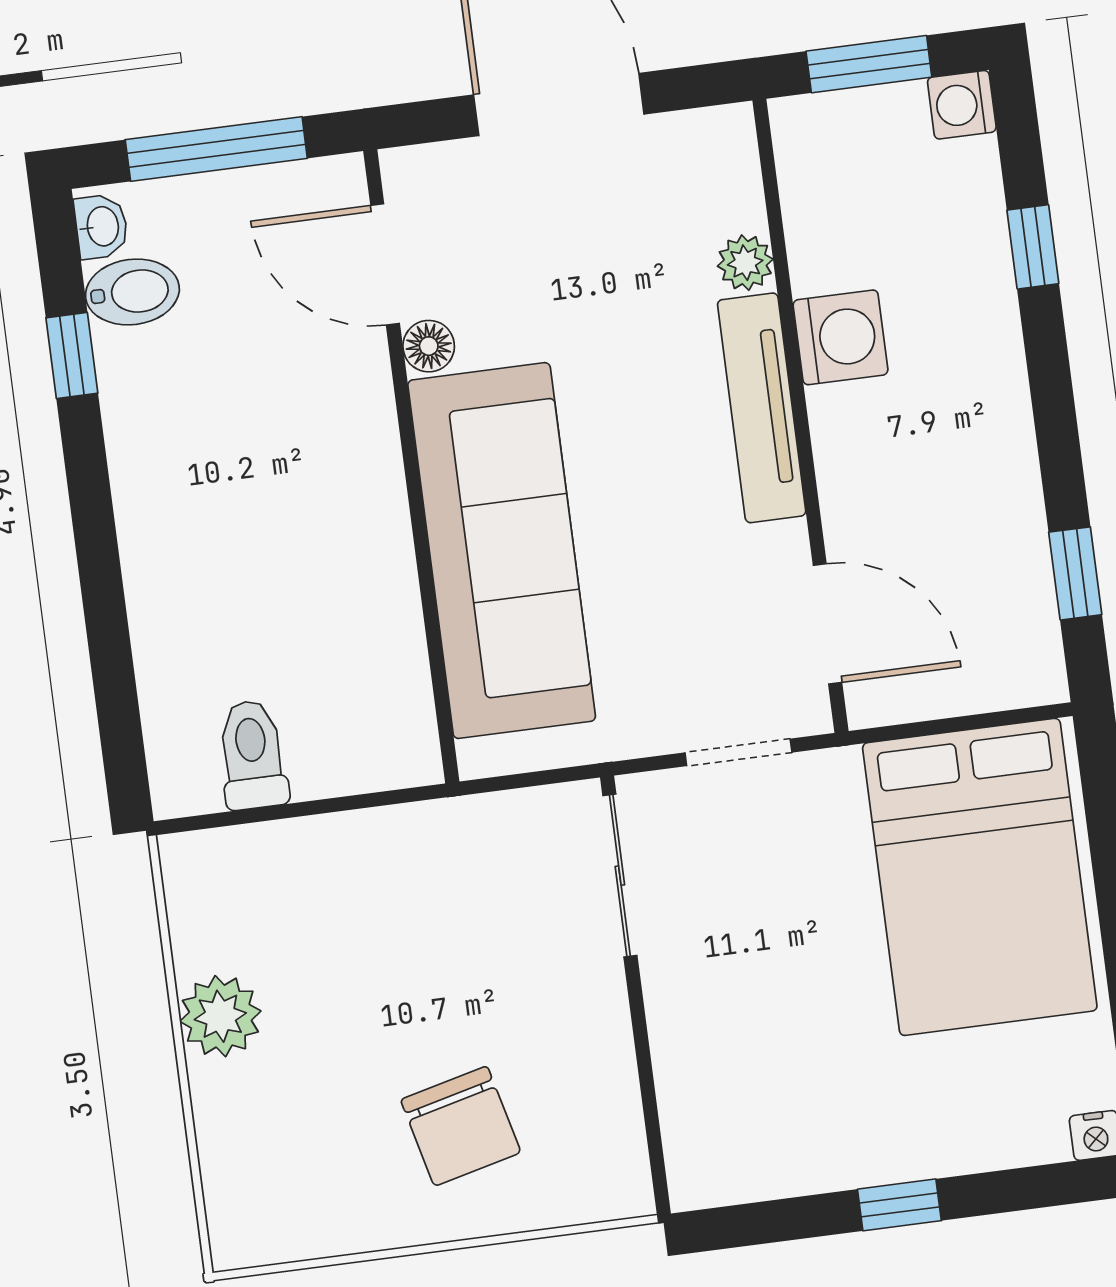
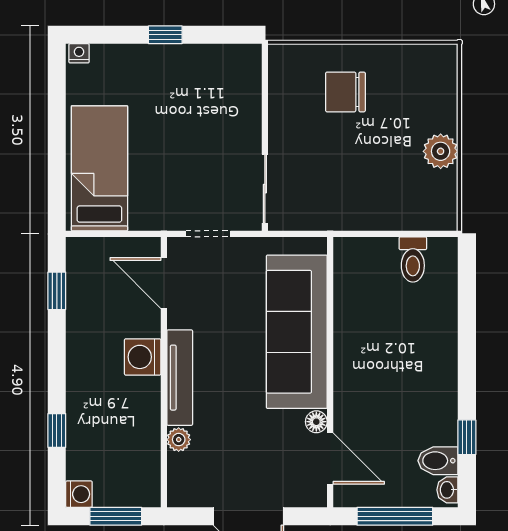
washing machine: (841, 337) -> (143, 357), moved
bed: (980, 877) -> (99, 168), width x0.67
chair: (461, 1126) -> (345, 92), turned -76

